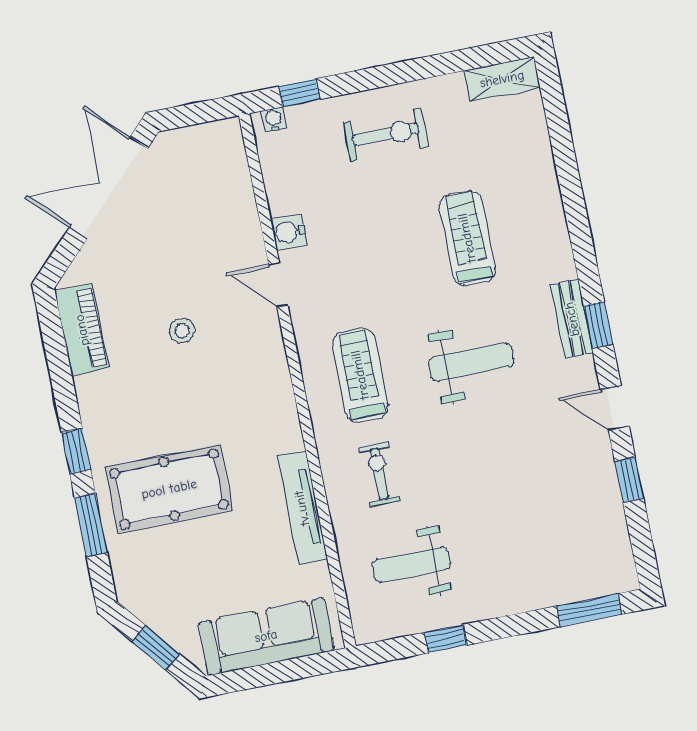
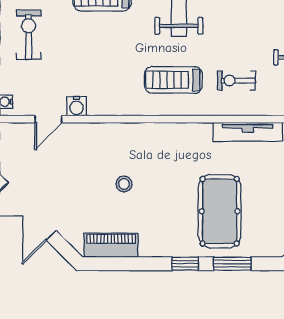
door: (278, 285) -> (49, 119), moved

